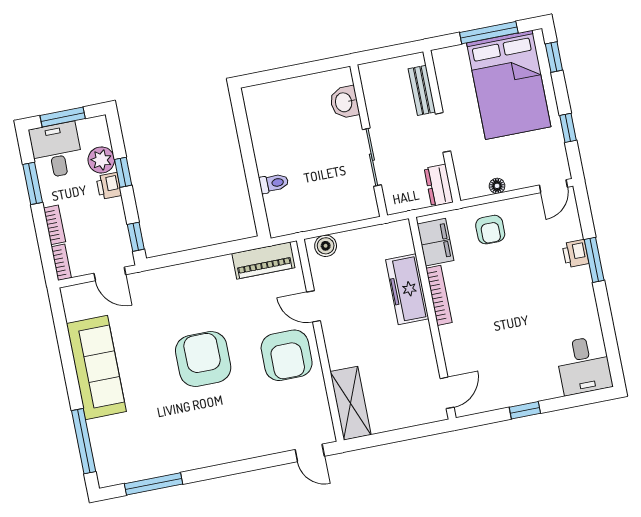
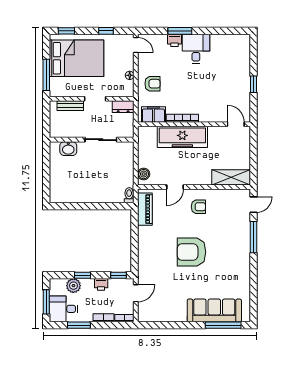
window: (489, 33) -> (46, 75), moved
toilet: (274, 183) -> (129, 195), moved
printer: (109, 186) -> (101, 284), moved
freezer: (407, 289) -> (182, 137), width x1.36, depth x1.26
armchair: (287, 355) -> (198, 207), width x0.53, depth x0.53
desk: (584, 365) -> (196, 49), moved, turned -90
sofa: (96, 367) -> (214, 310), moved
window: (153, 484) -> (253, 237), moved

